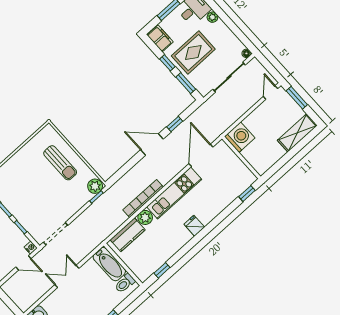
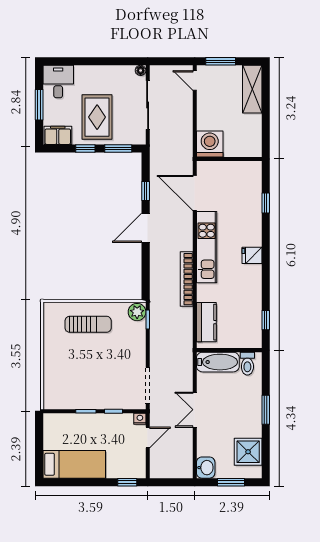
plant: (212, 17) -> (81, 72), removed
window: (247, 194) -> (266, 203), moved
plant: (145, 217) -> (205, 293), removed

